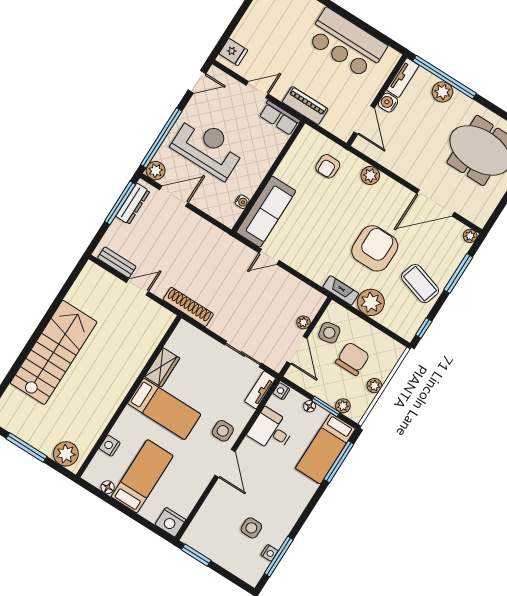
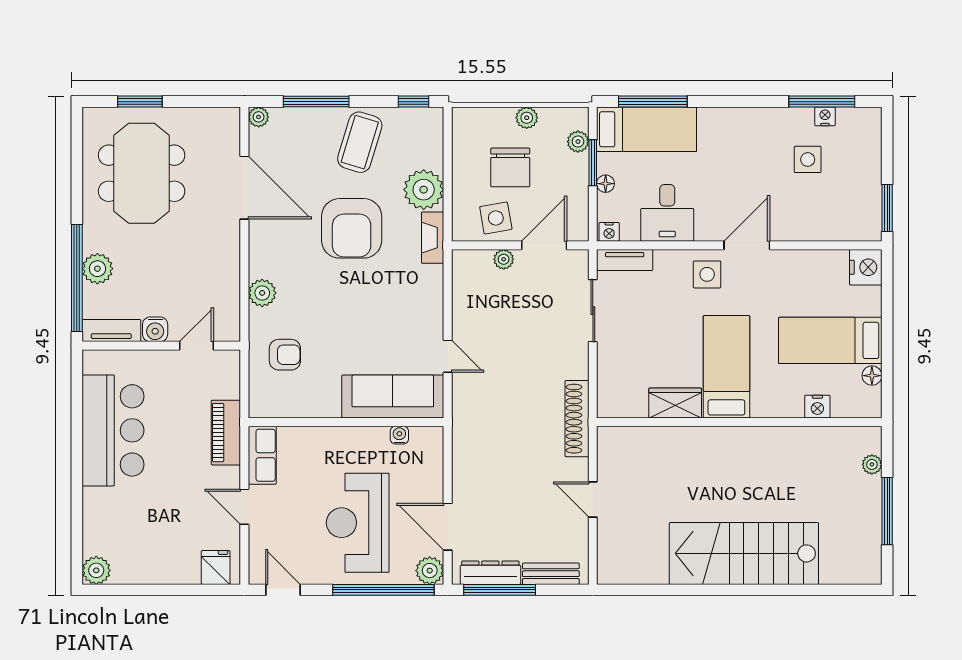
door: (364, 120) -> (196, 346), width x0.73
armchair: (375, 248) -> (352, 228), turned -90
bench: (117, 262) -> (551, 574), moved, turned 90
chair: (353, 359) -> (510, 167), turned -90
plant: (66, 454) -> (872, 464), width x0.53, depth x0.53

